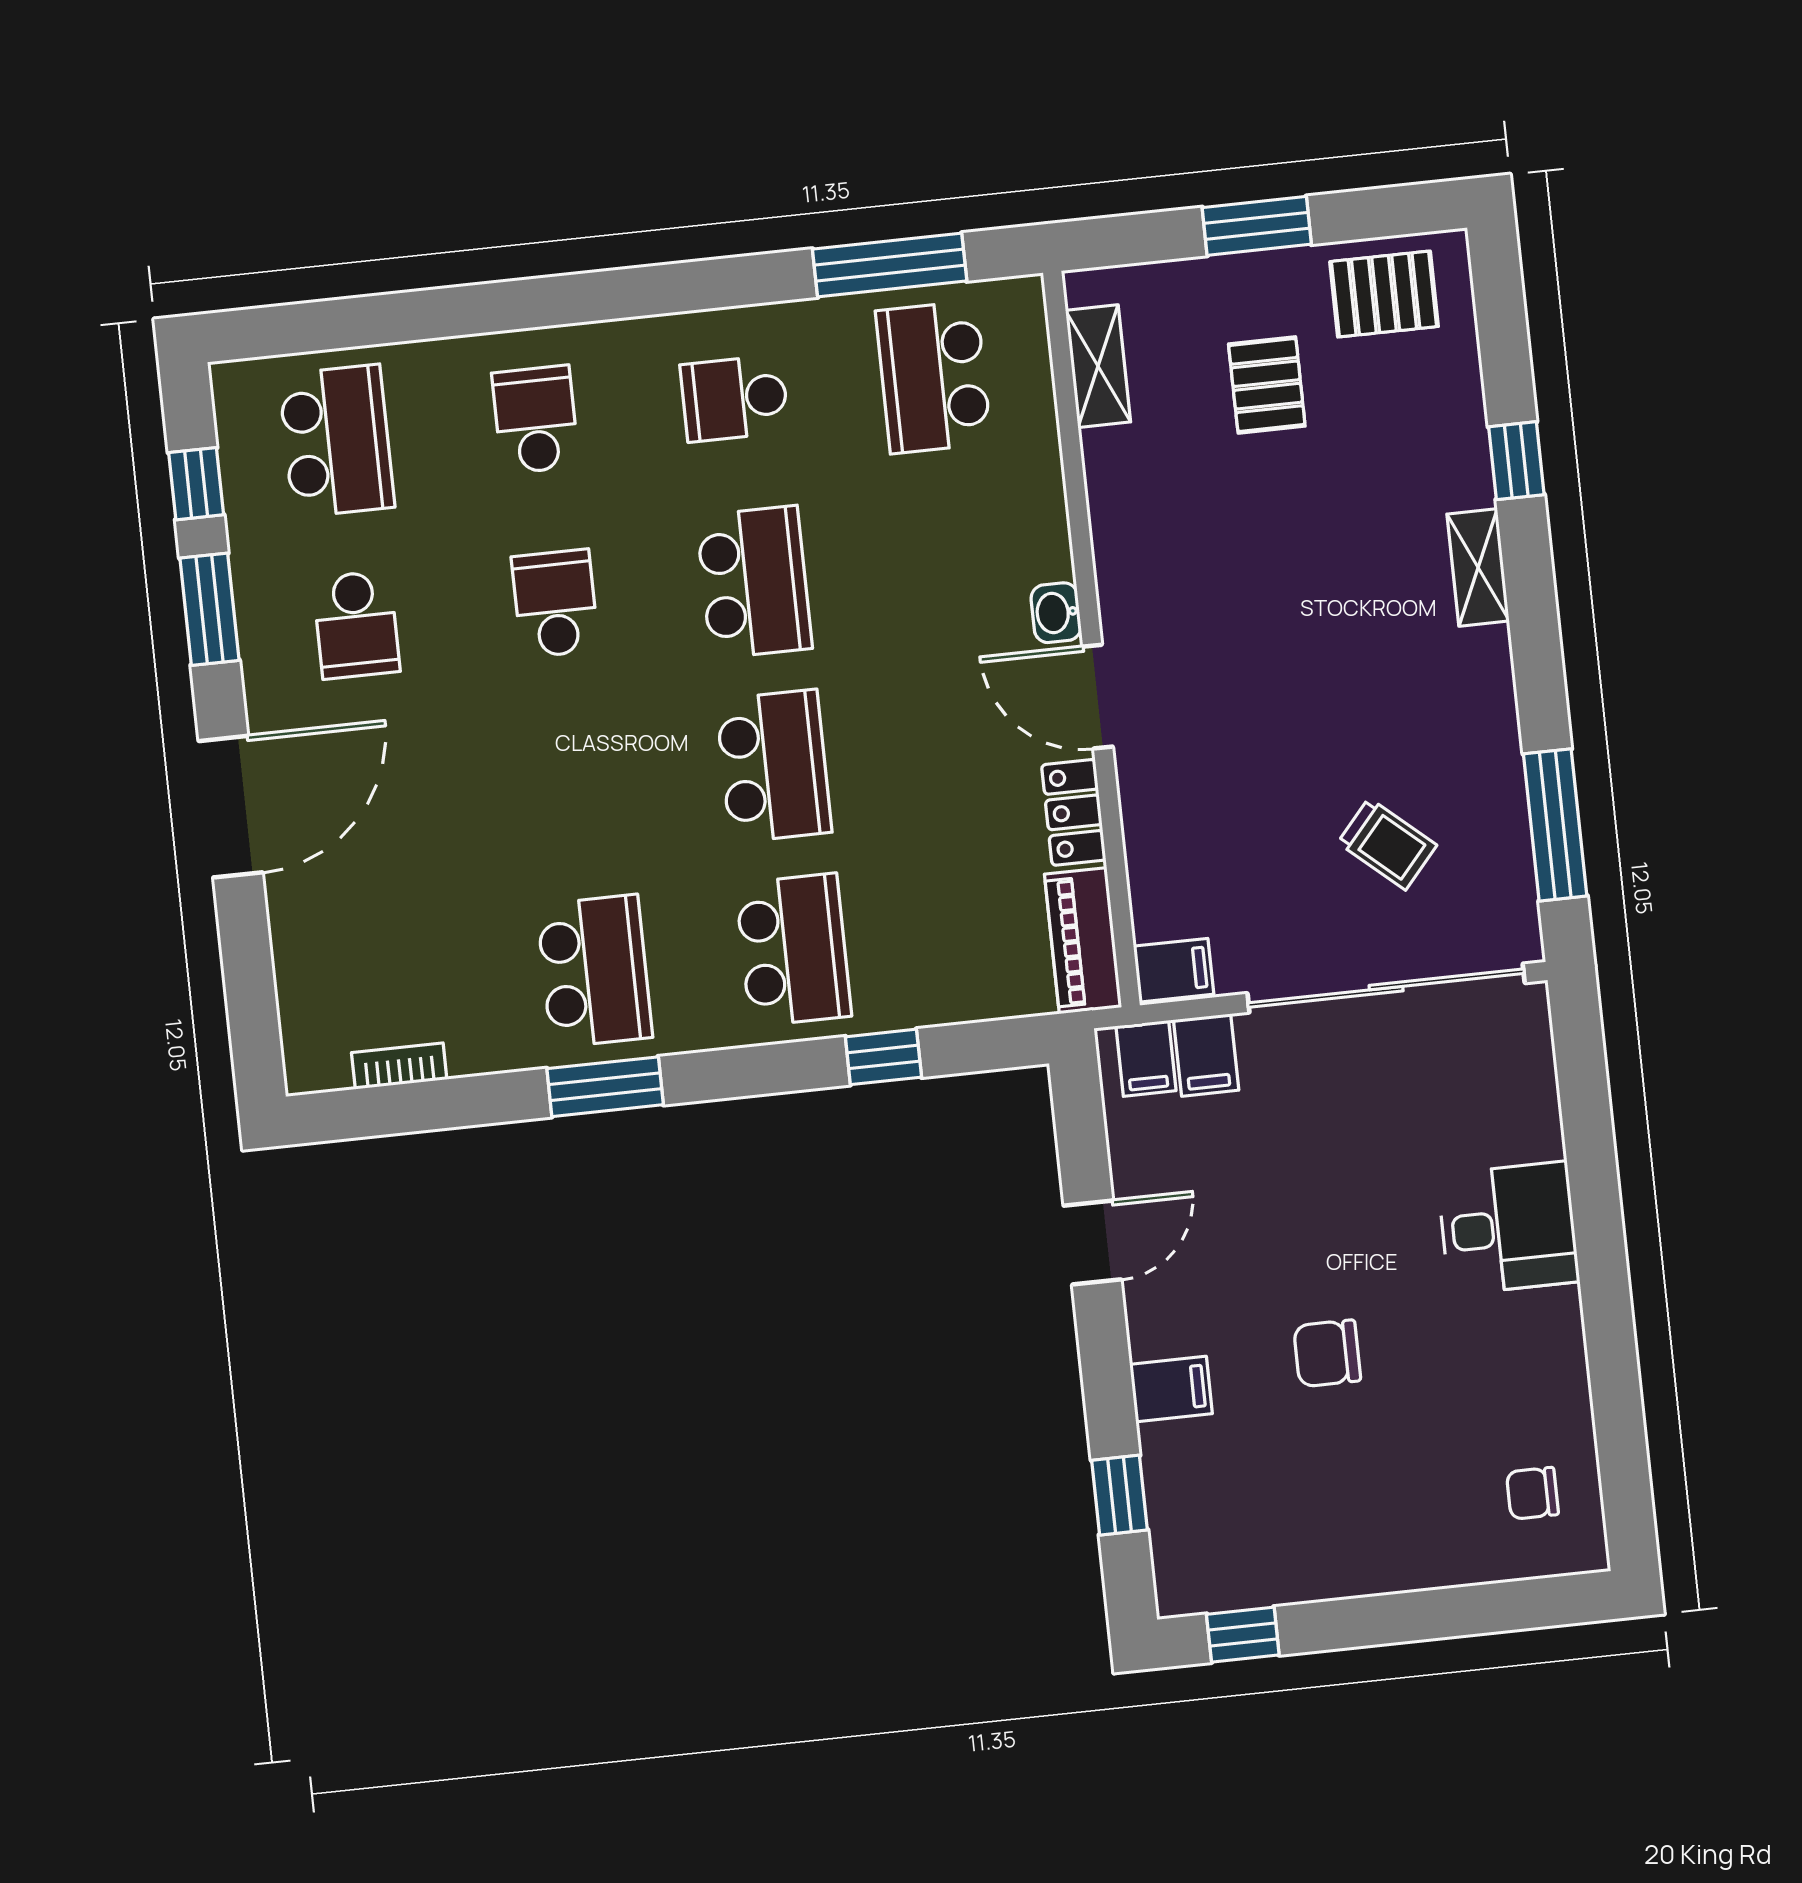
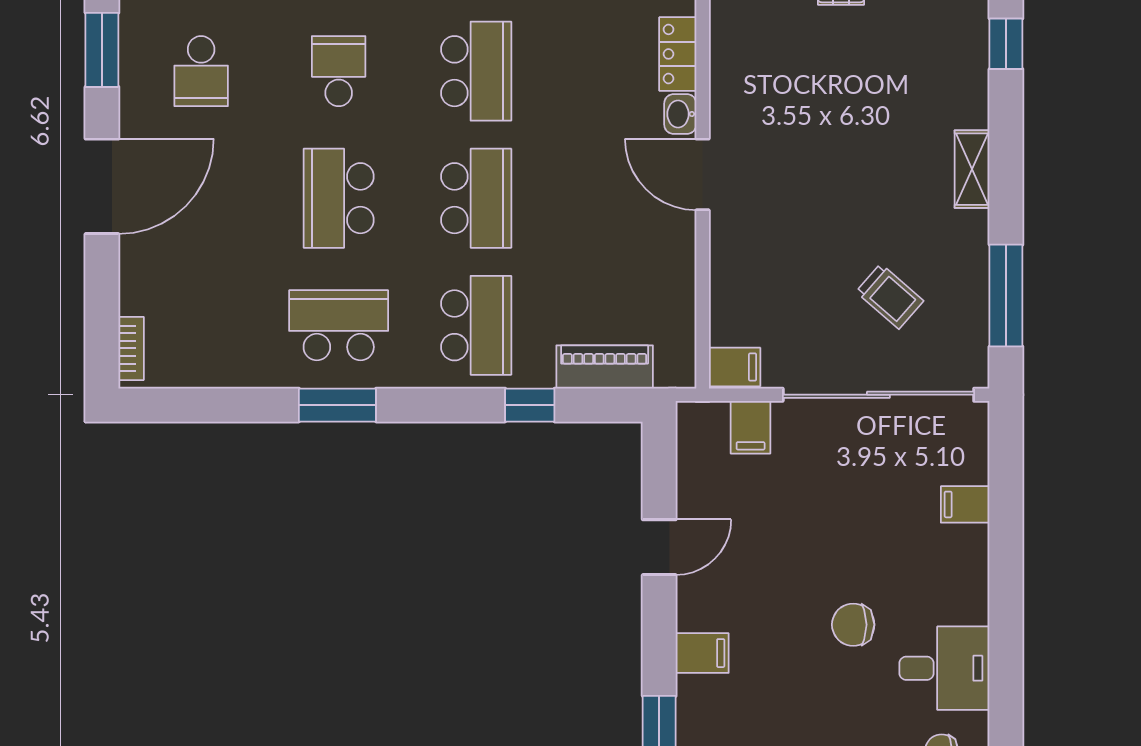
shelving: (1478, 568) -> (972, 169), moved
school desk: (575, 787) -> (339, 198), added
locker: (1074, 812) -> (678, 54), moved
piano: (1083, 941) -> (605, 367), moved, turned 90
school desk: (594, 971) -> (339, 325), turned -90
filing cabinet: (1146, 1058) -> (965, 504), moved, turned 90
bookcase: (399, 1066) -> (131, 348), moved, turned 90
desk: (1508, 1228) -> (944, 668), moved
chair: (1327, 1353) -> (853, 625), moved

